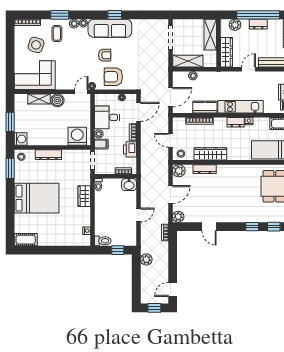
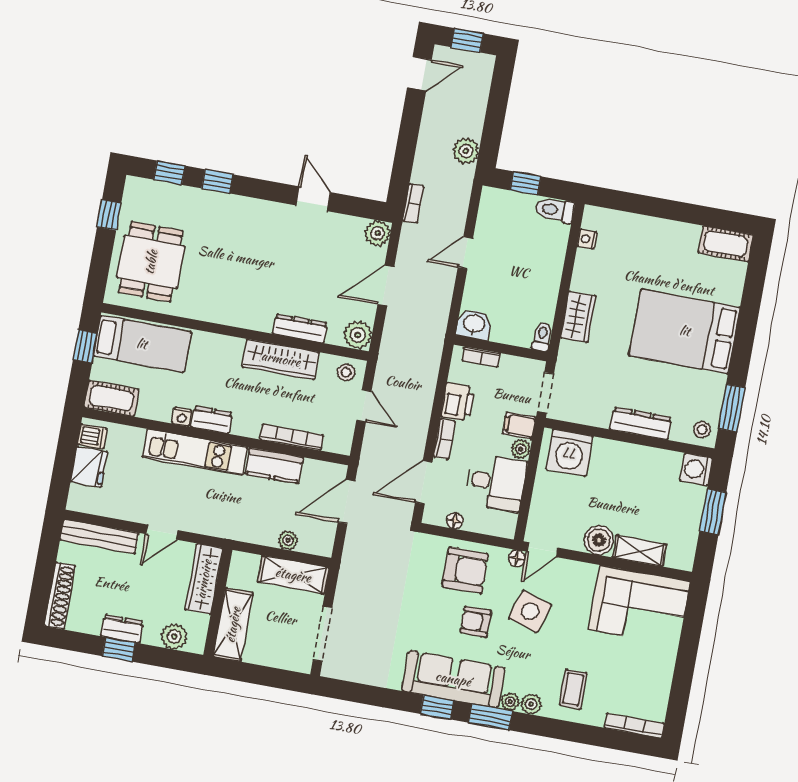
window: (60, 15) -> (490, 717), moved
window: (258, 15) -> (119, 649), width x0.32
side table: (36, 45) -> (530, 611), moved

